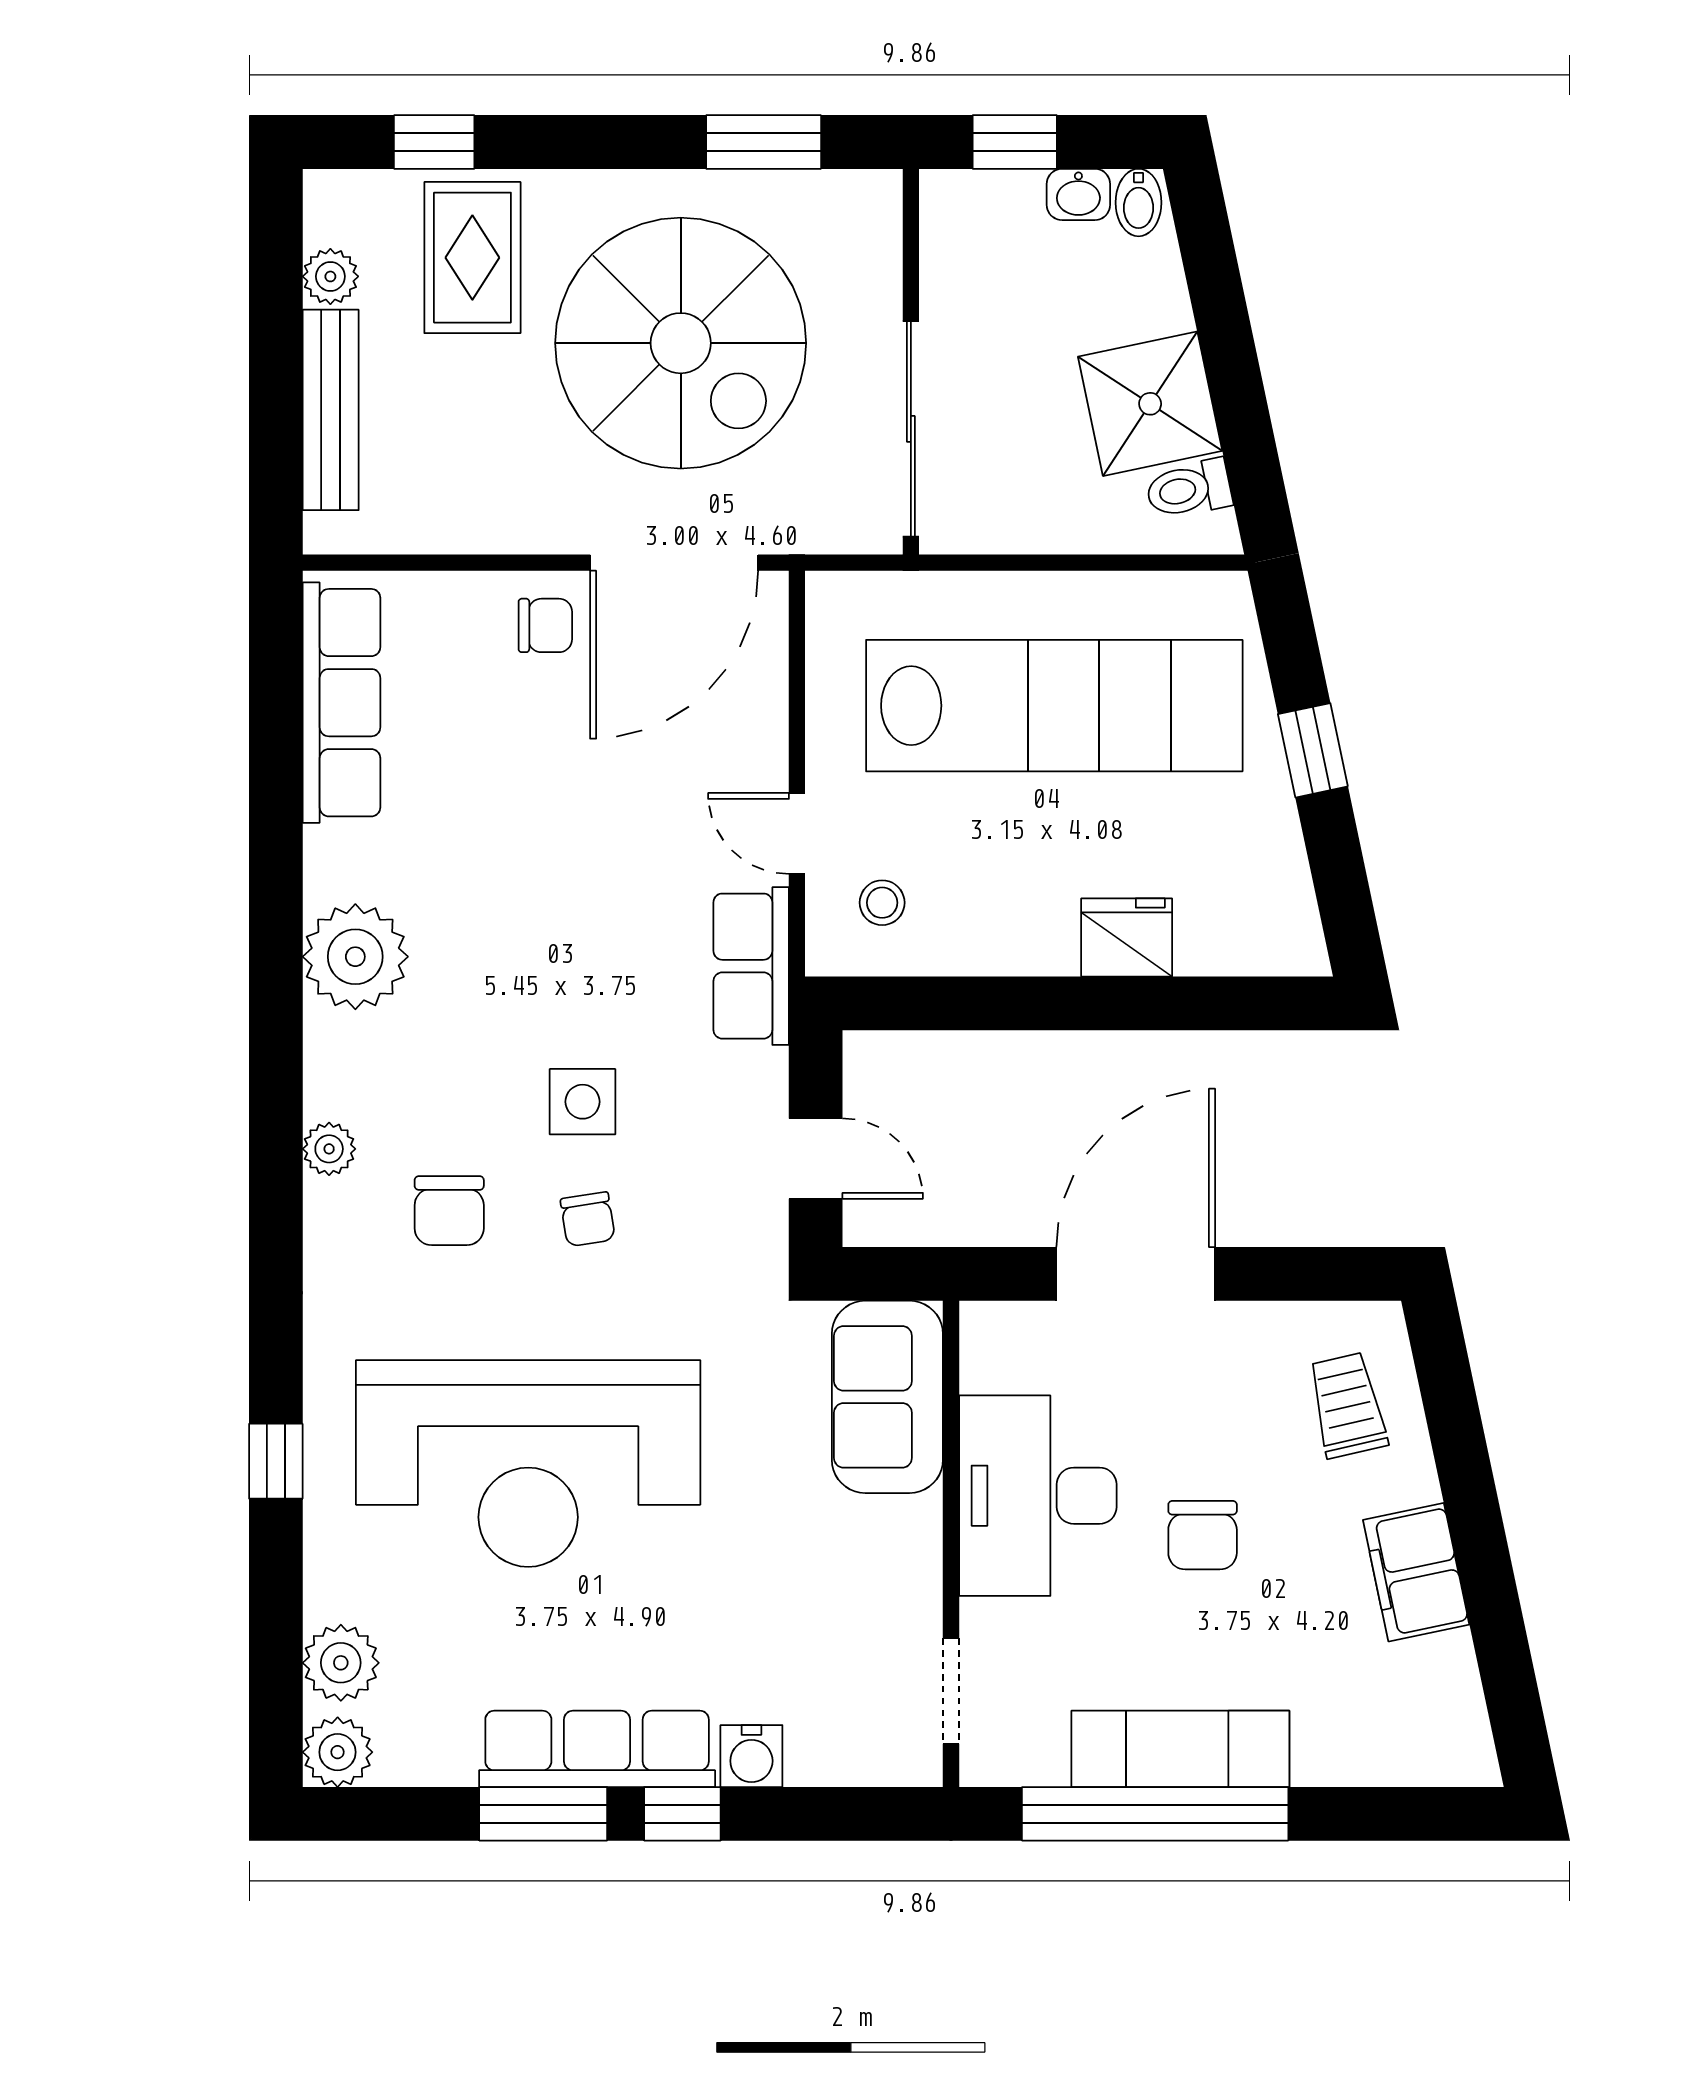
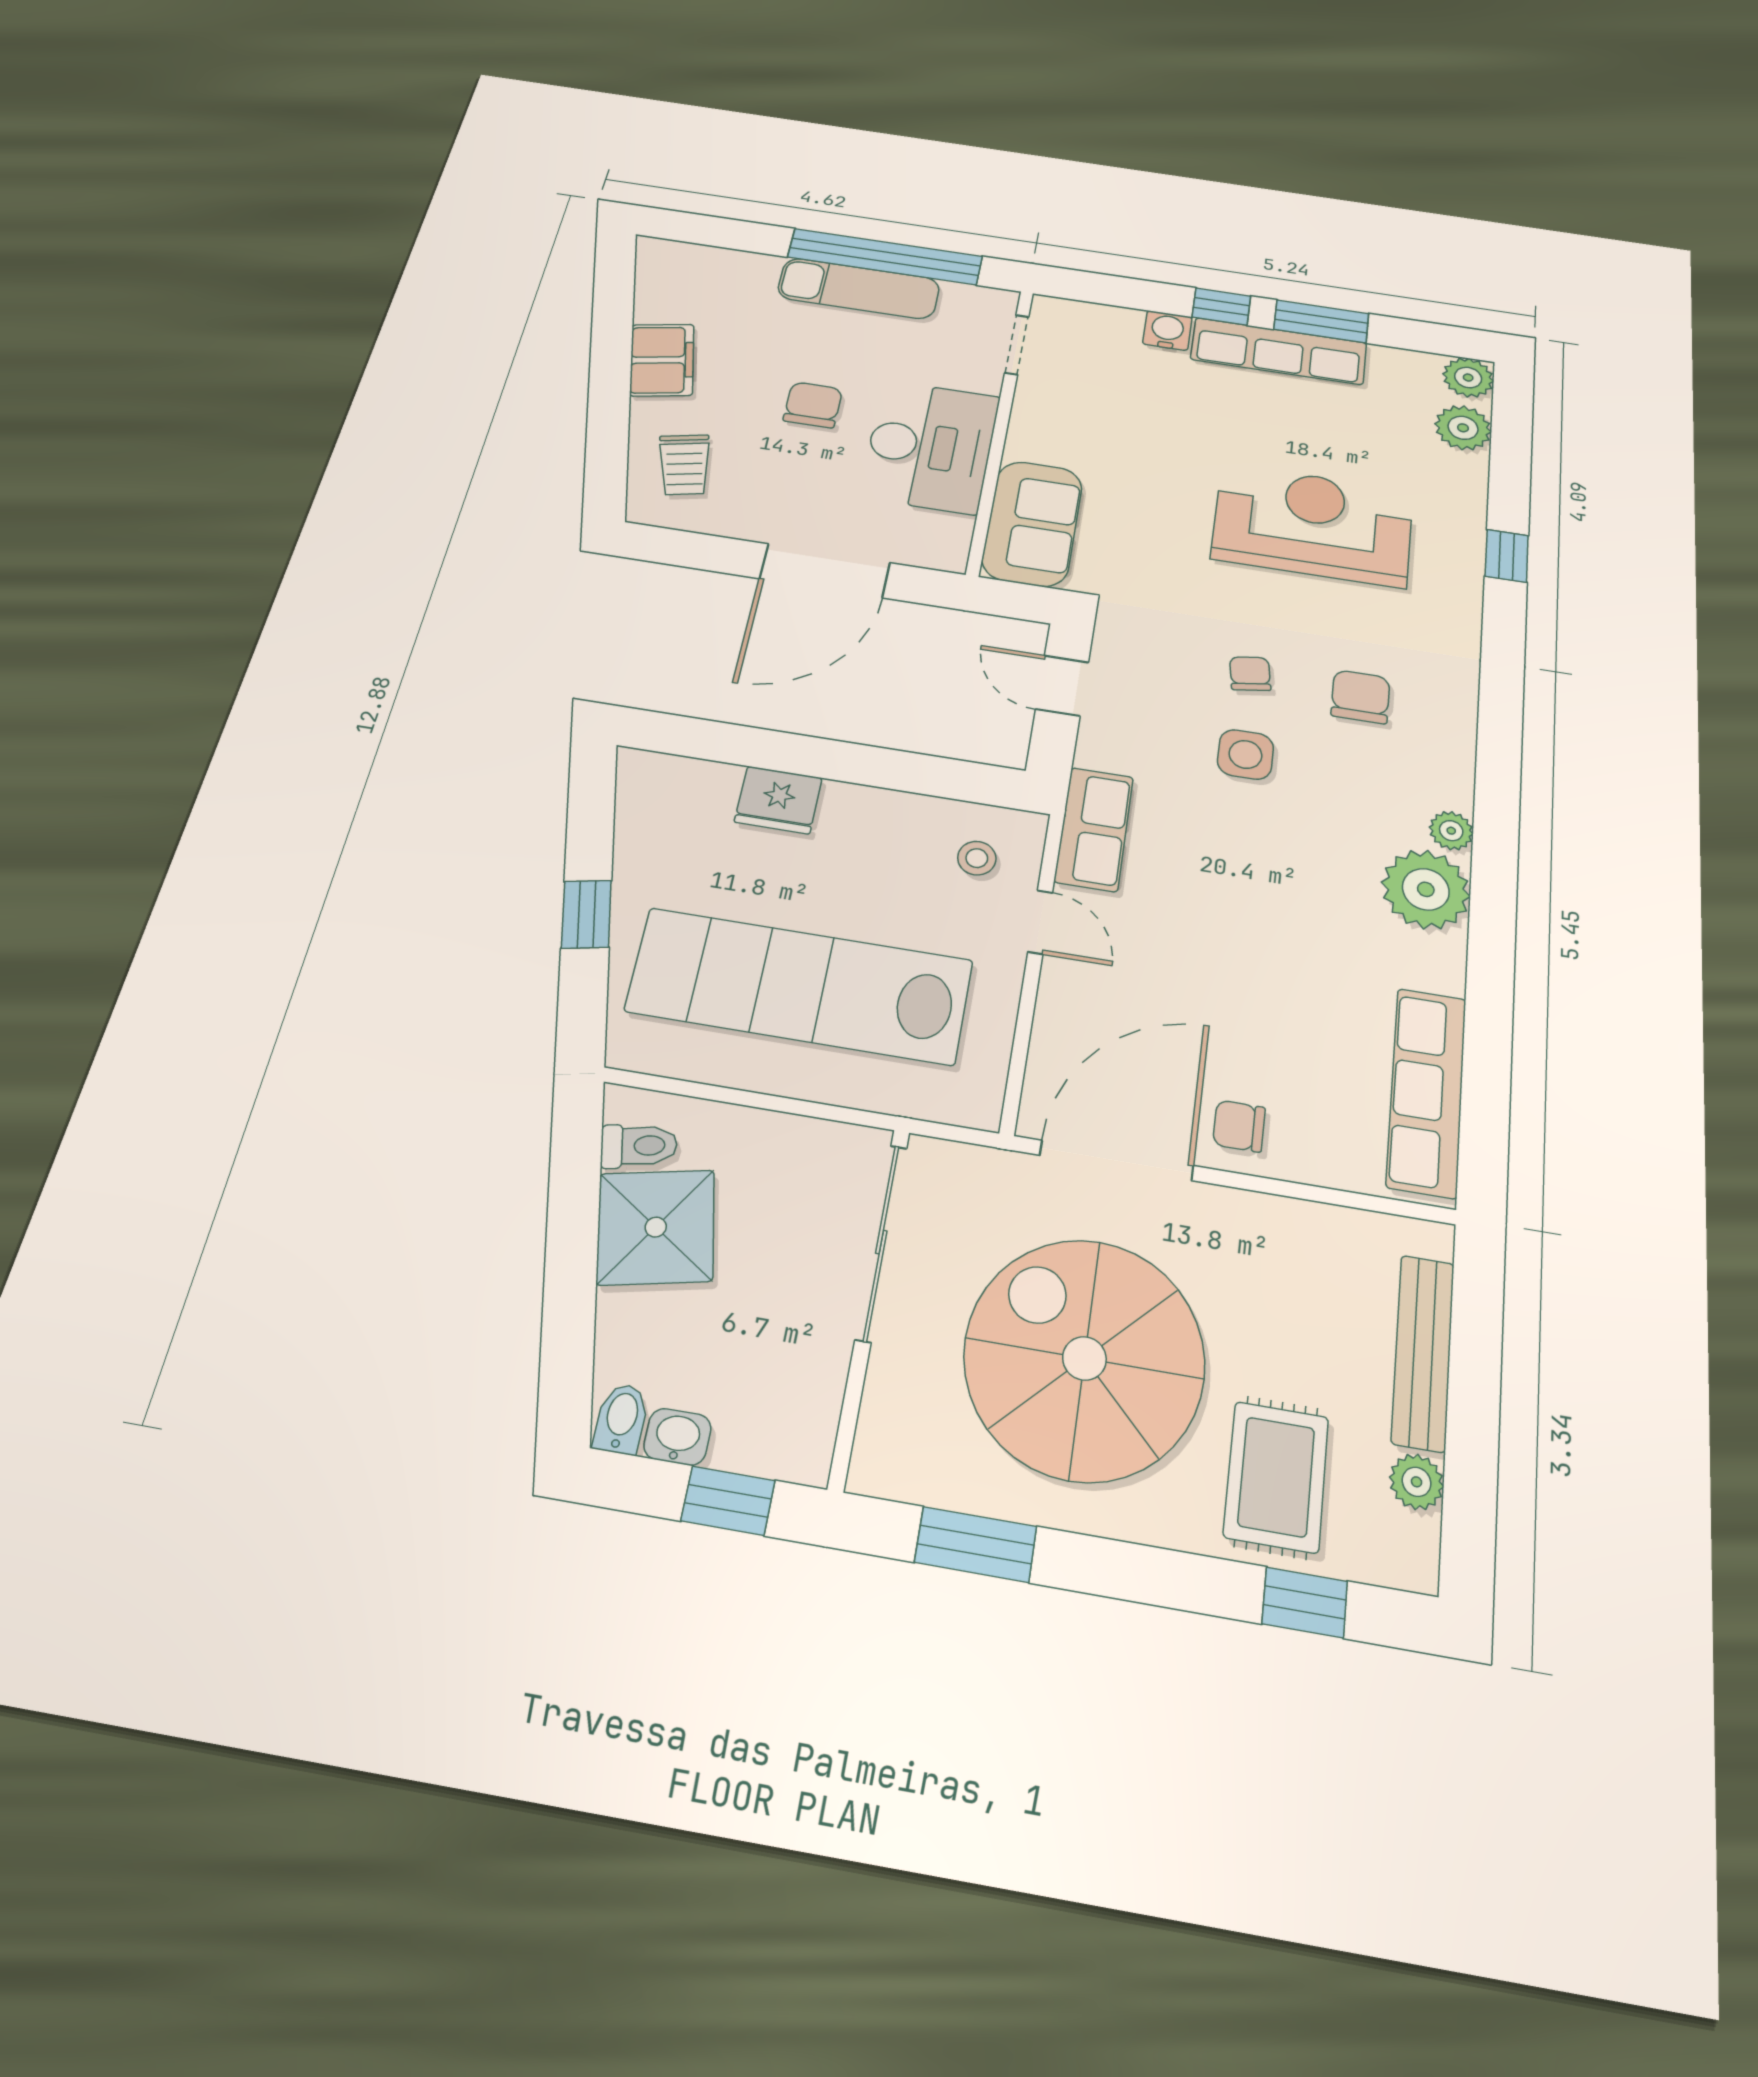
plant: (329, 1149) -> (1451, 831), moved
reception desk: (528, 1463) -> (1313, 525), width x0.74, depth x0.77

